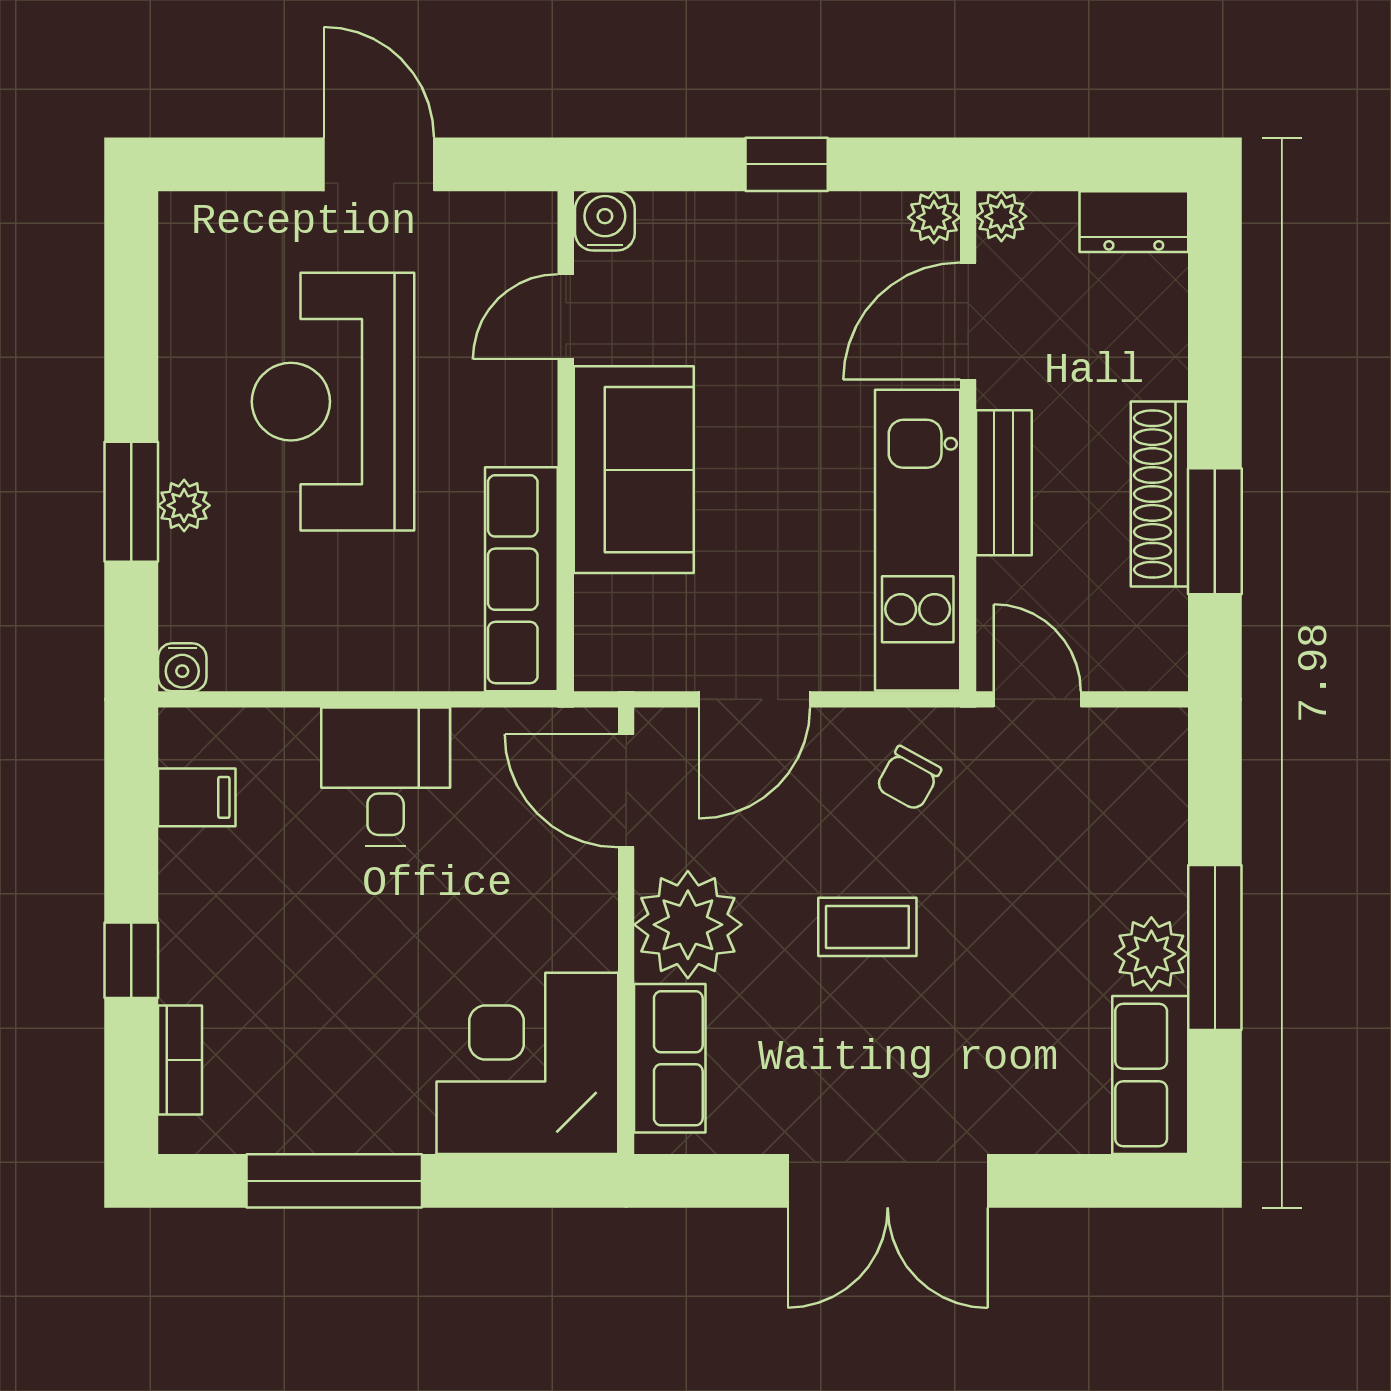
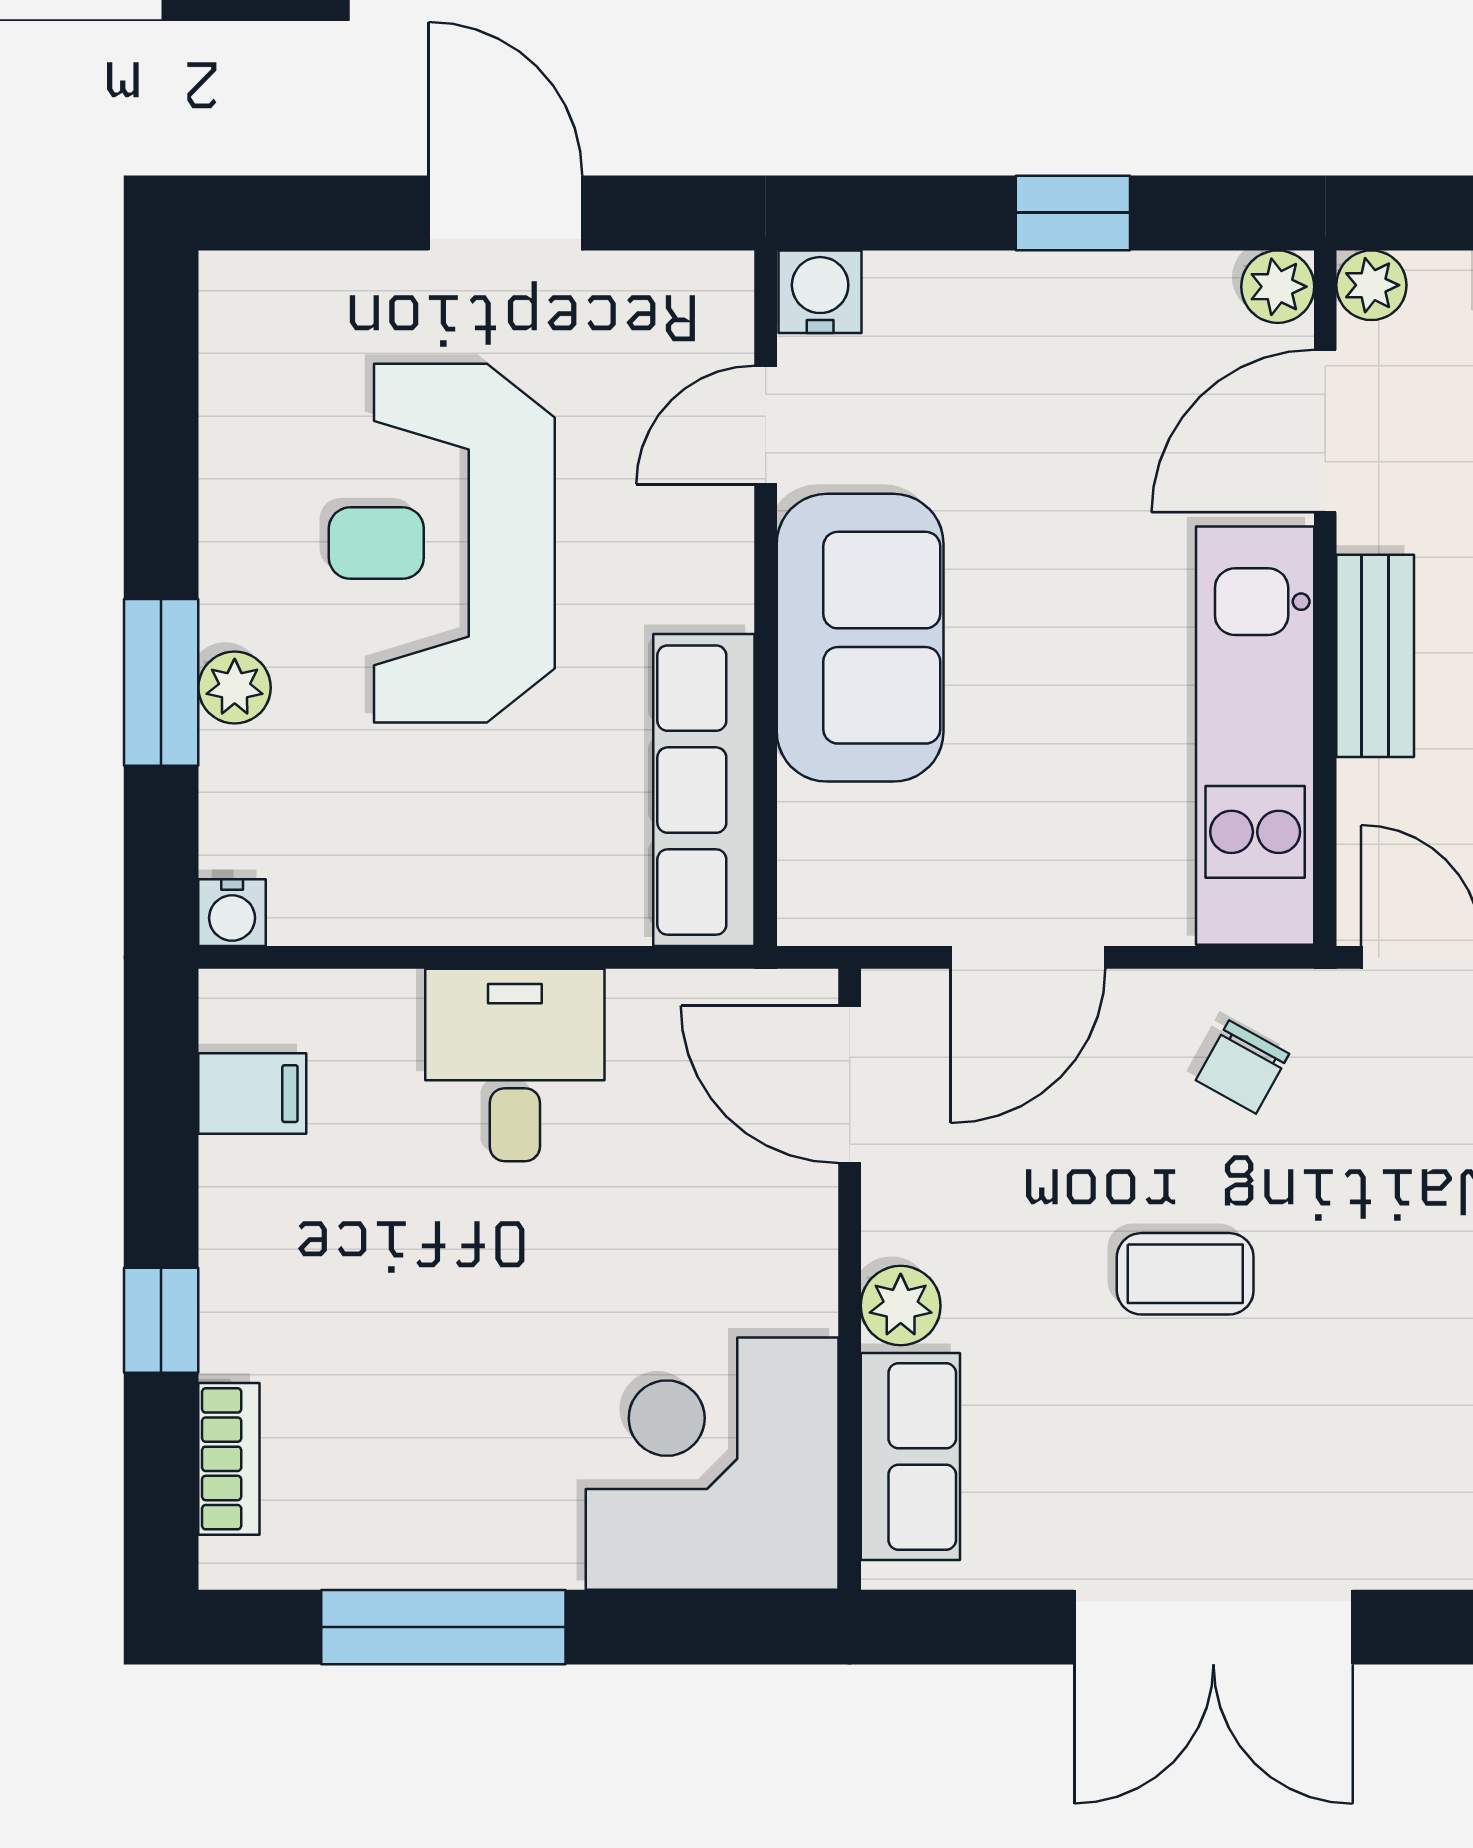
plant: (688, 925) -> (901, 1306), width x0.53, depth x0.53

